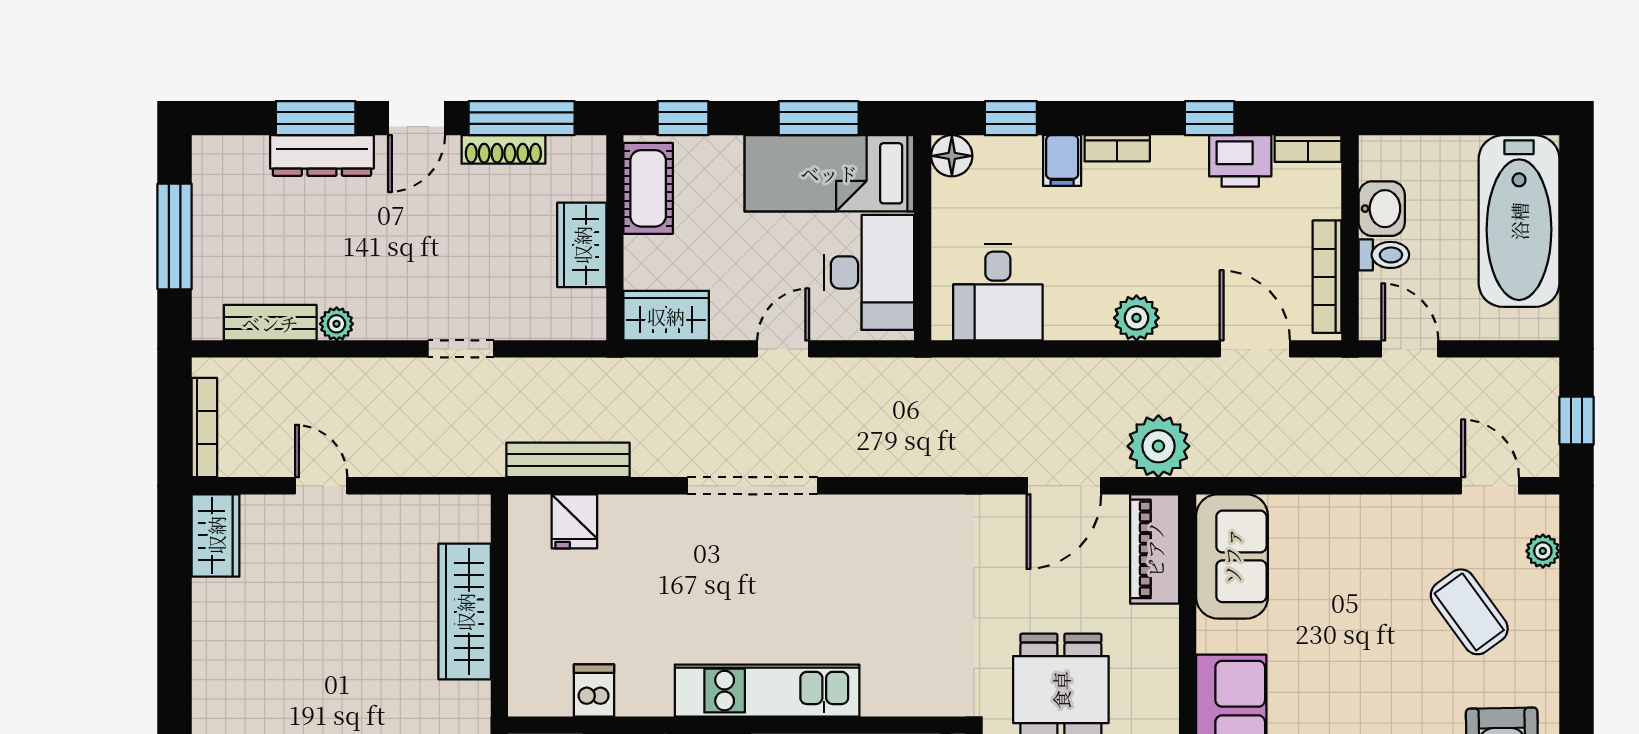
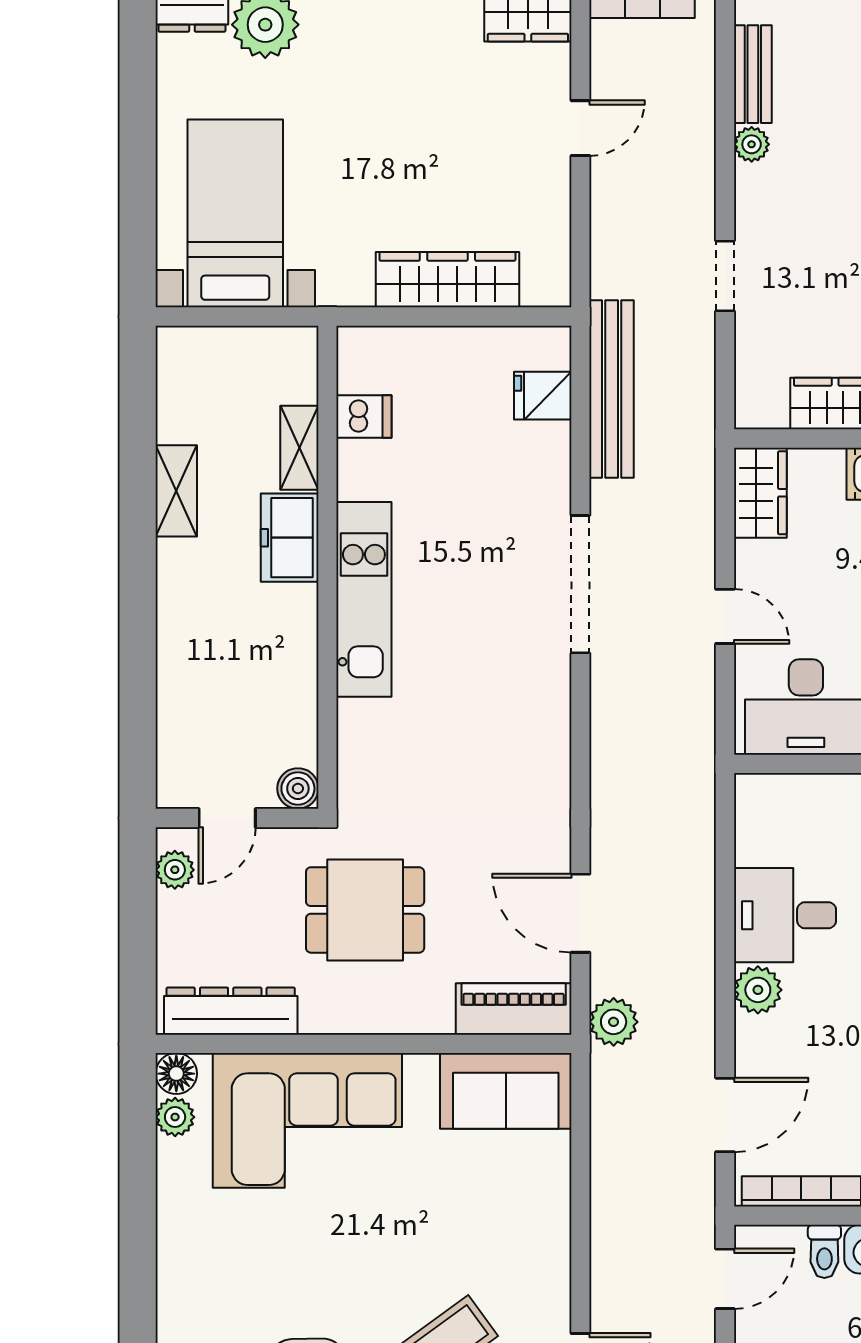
desk: (998, 292) -> (785, 915), moved
plant: (1158, 446) -> (614, 1022), width x0.73, depth x0.73
bench: (568, 460) -> (612, 389), width x1.37, depth x1.21

